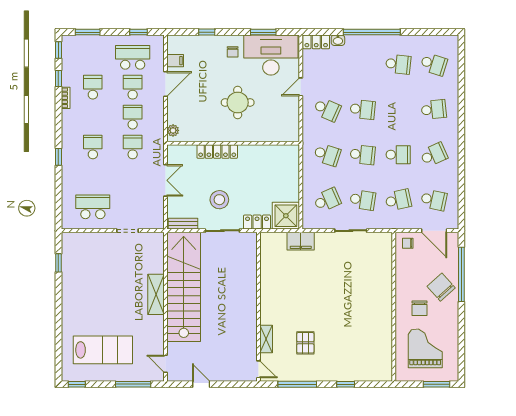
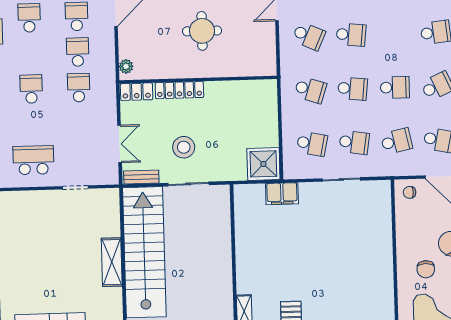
double door: (166, 180) -> (120, 144), moved
school desk: (327, 200) -> (312, 144), turned 36
locker: (257, 222) -> (137, 92), moved, turned 180

